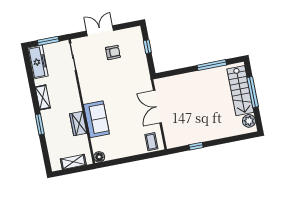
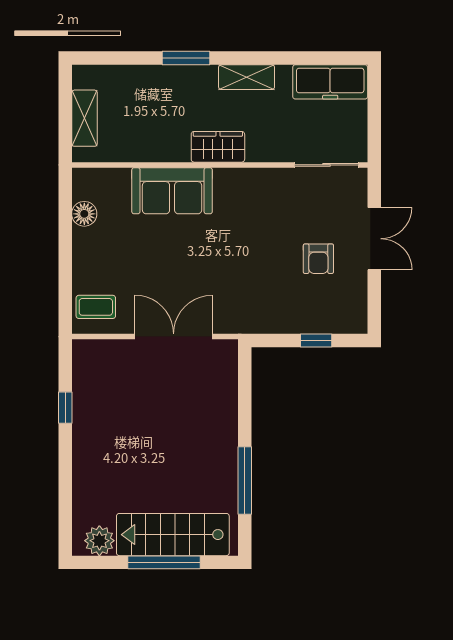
window: (48, 41) -> (374, 115), removed
wardrobe: (78, 124) -> (218, 147), moved
floor lamp: (99, 157) -> (84, 214), moved

